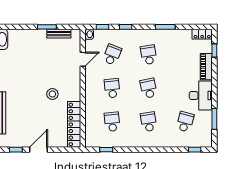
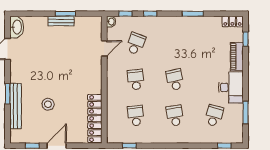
bench: (59, 34) -> (61, 21), moved
school desk: (149, 55) -> (175, 44), removed
stool: (52, 94) -> (48, 104), moved

